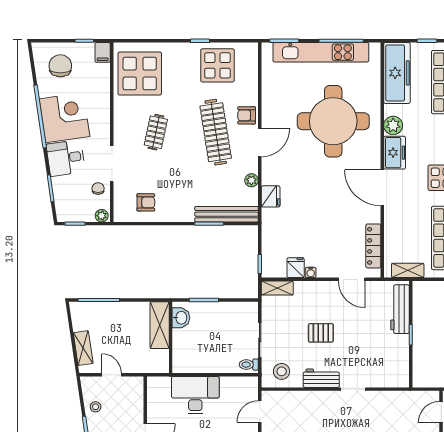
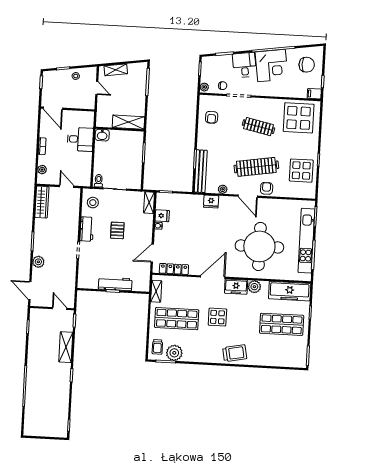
clothes rail: (156, 132) -> (259, 127), width x1.36
workbench: (400, 309) -> (115, 284), moved
washbasin: (181, 318) -> (102, 135), moved
door: (112, 375) -> (97, 88), hinge flipped
desk: (195, 395) -> (80, 139), width x0.73

